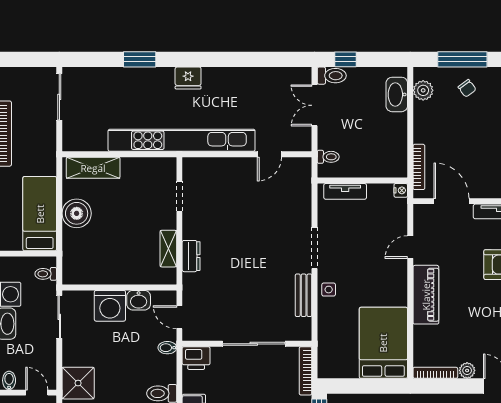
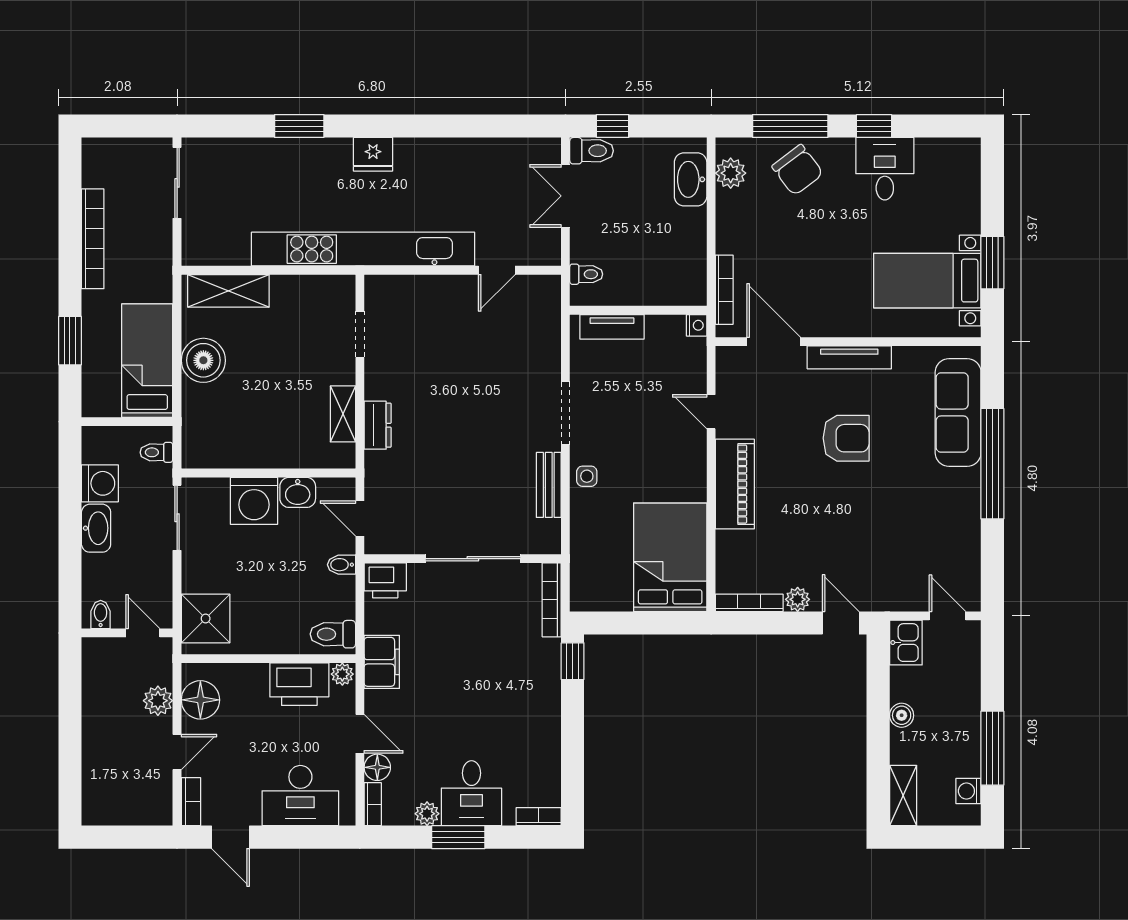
chair: (467, 88) -> (798, 170), width x1.87, depth x1.87
door: (410, 247) -> (711, 412), hinge flipped

